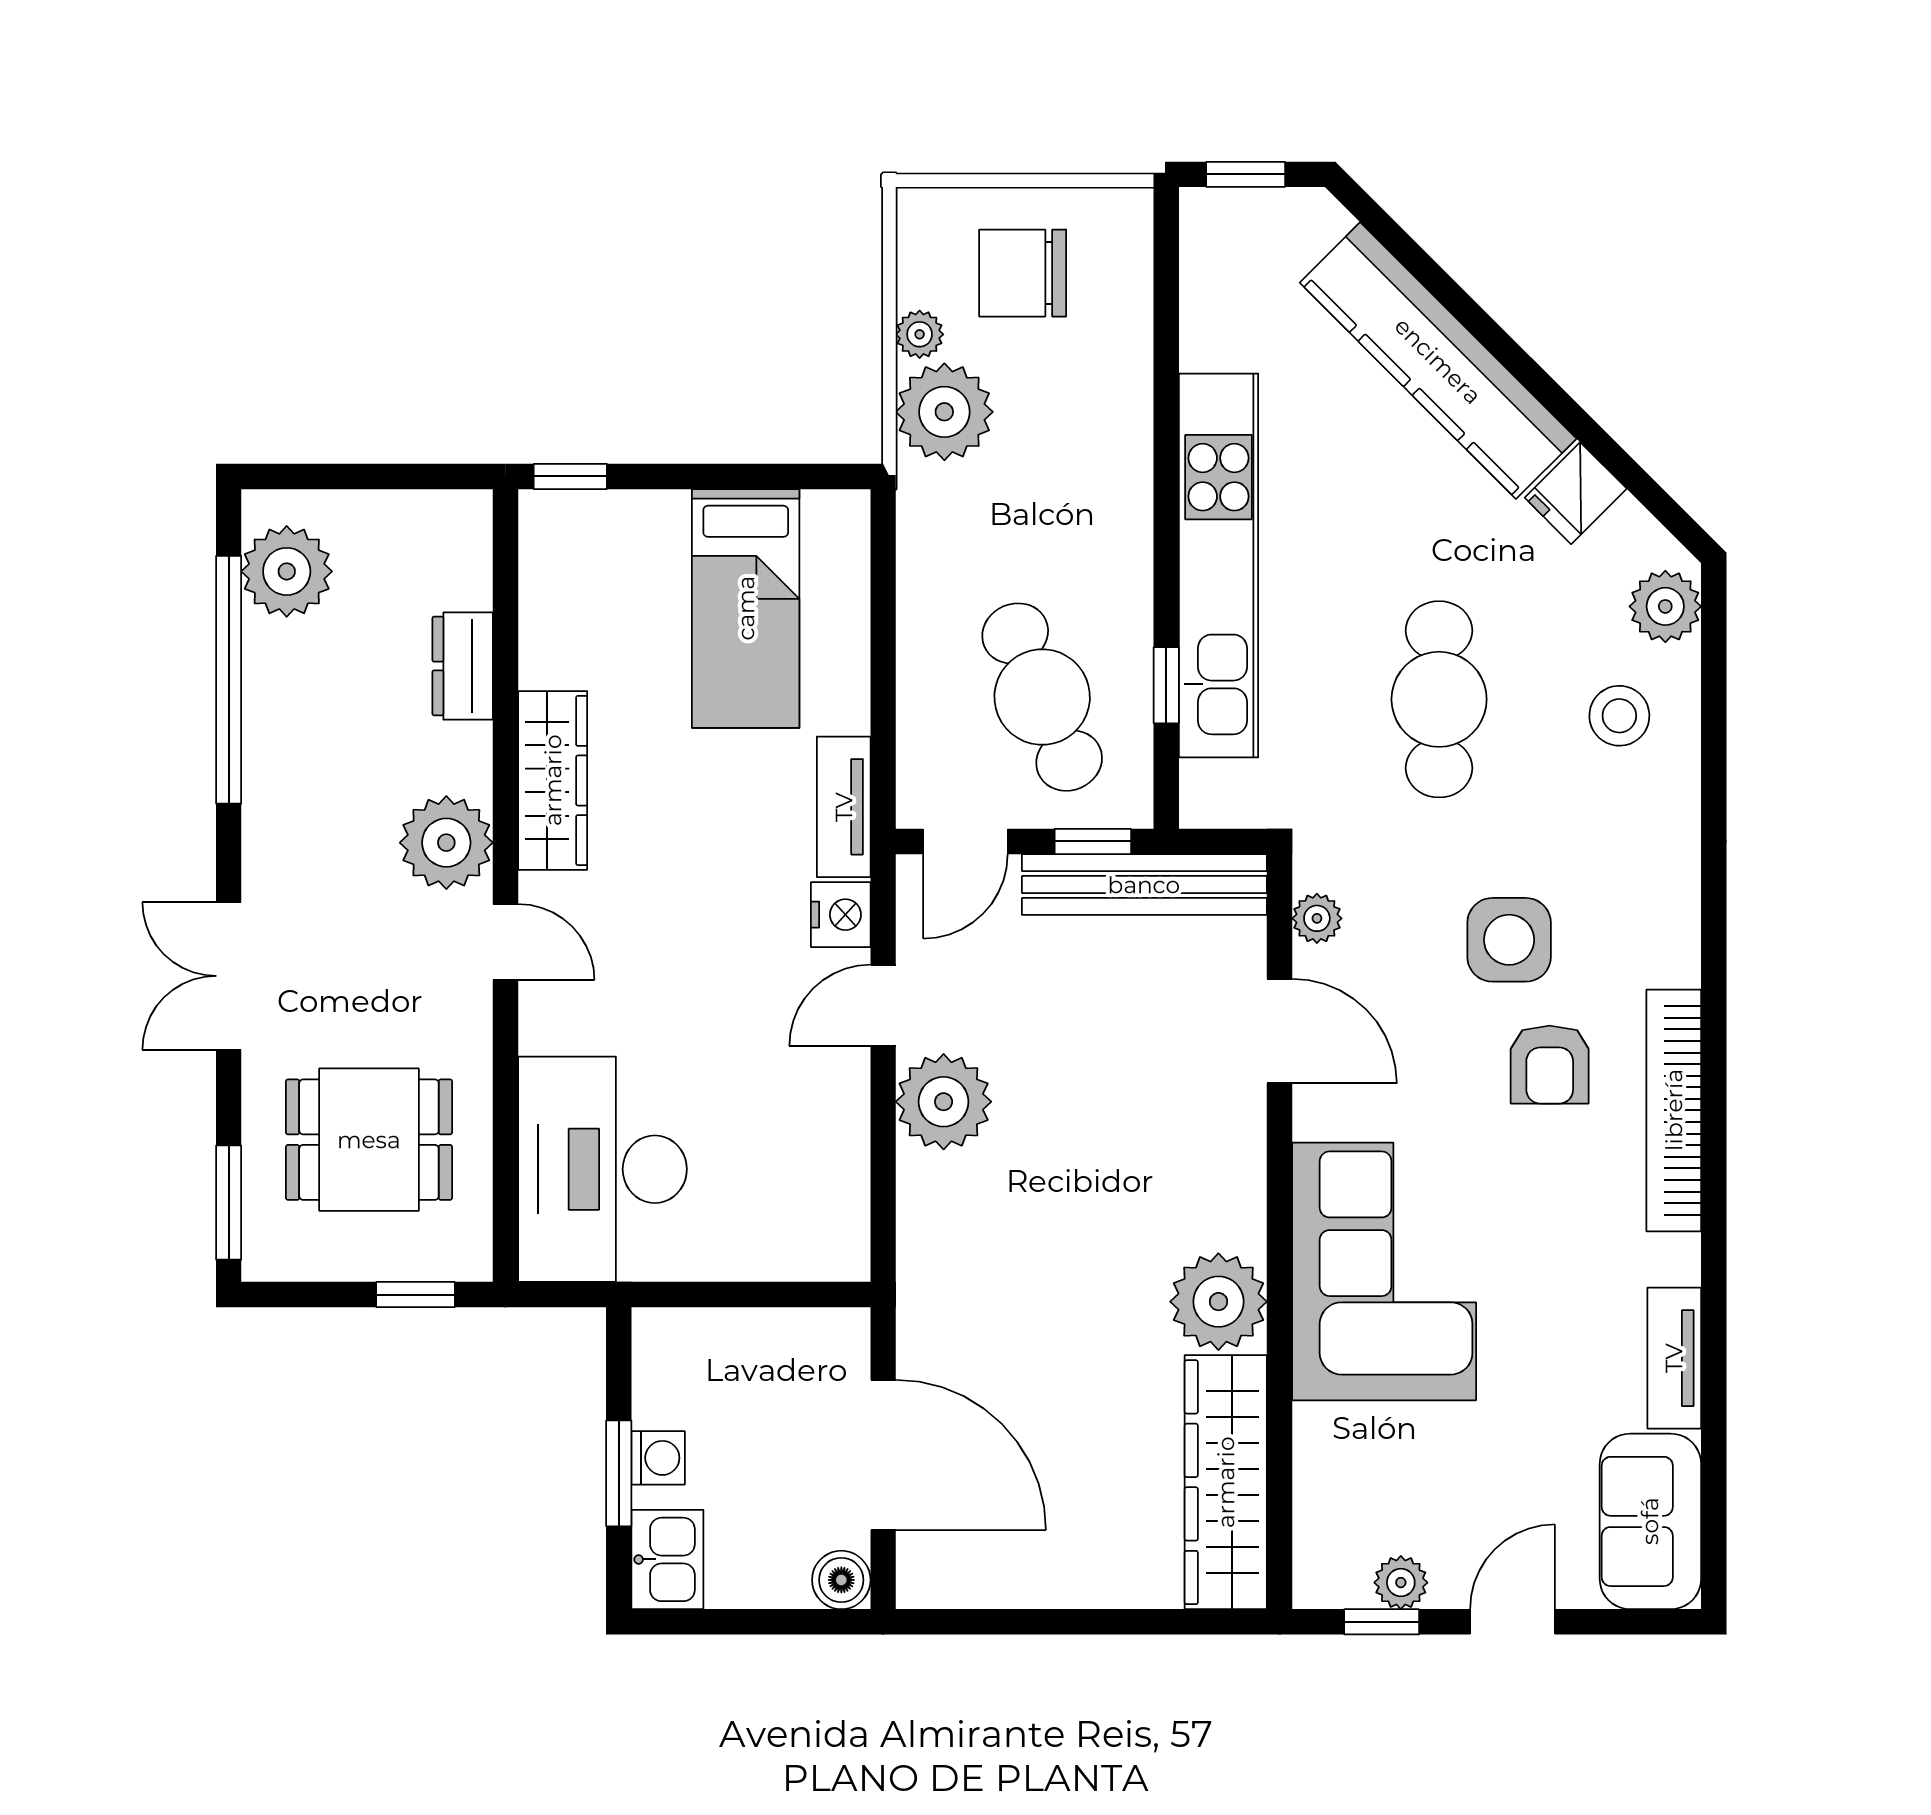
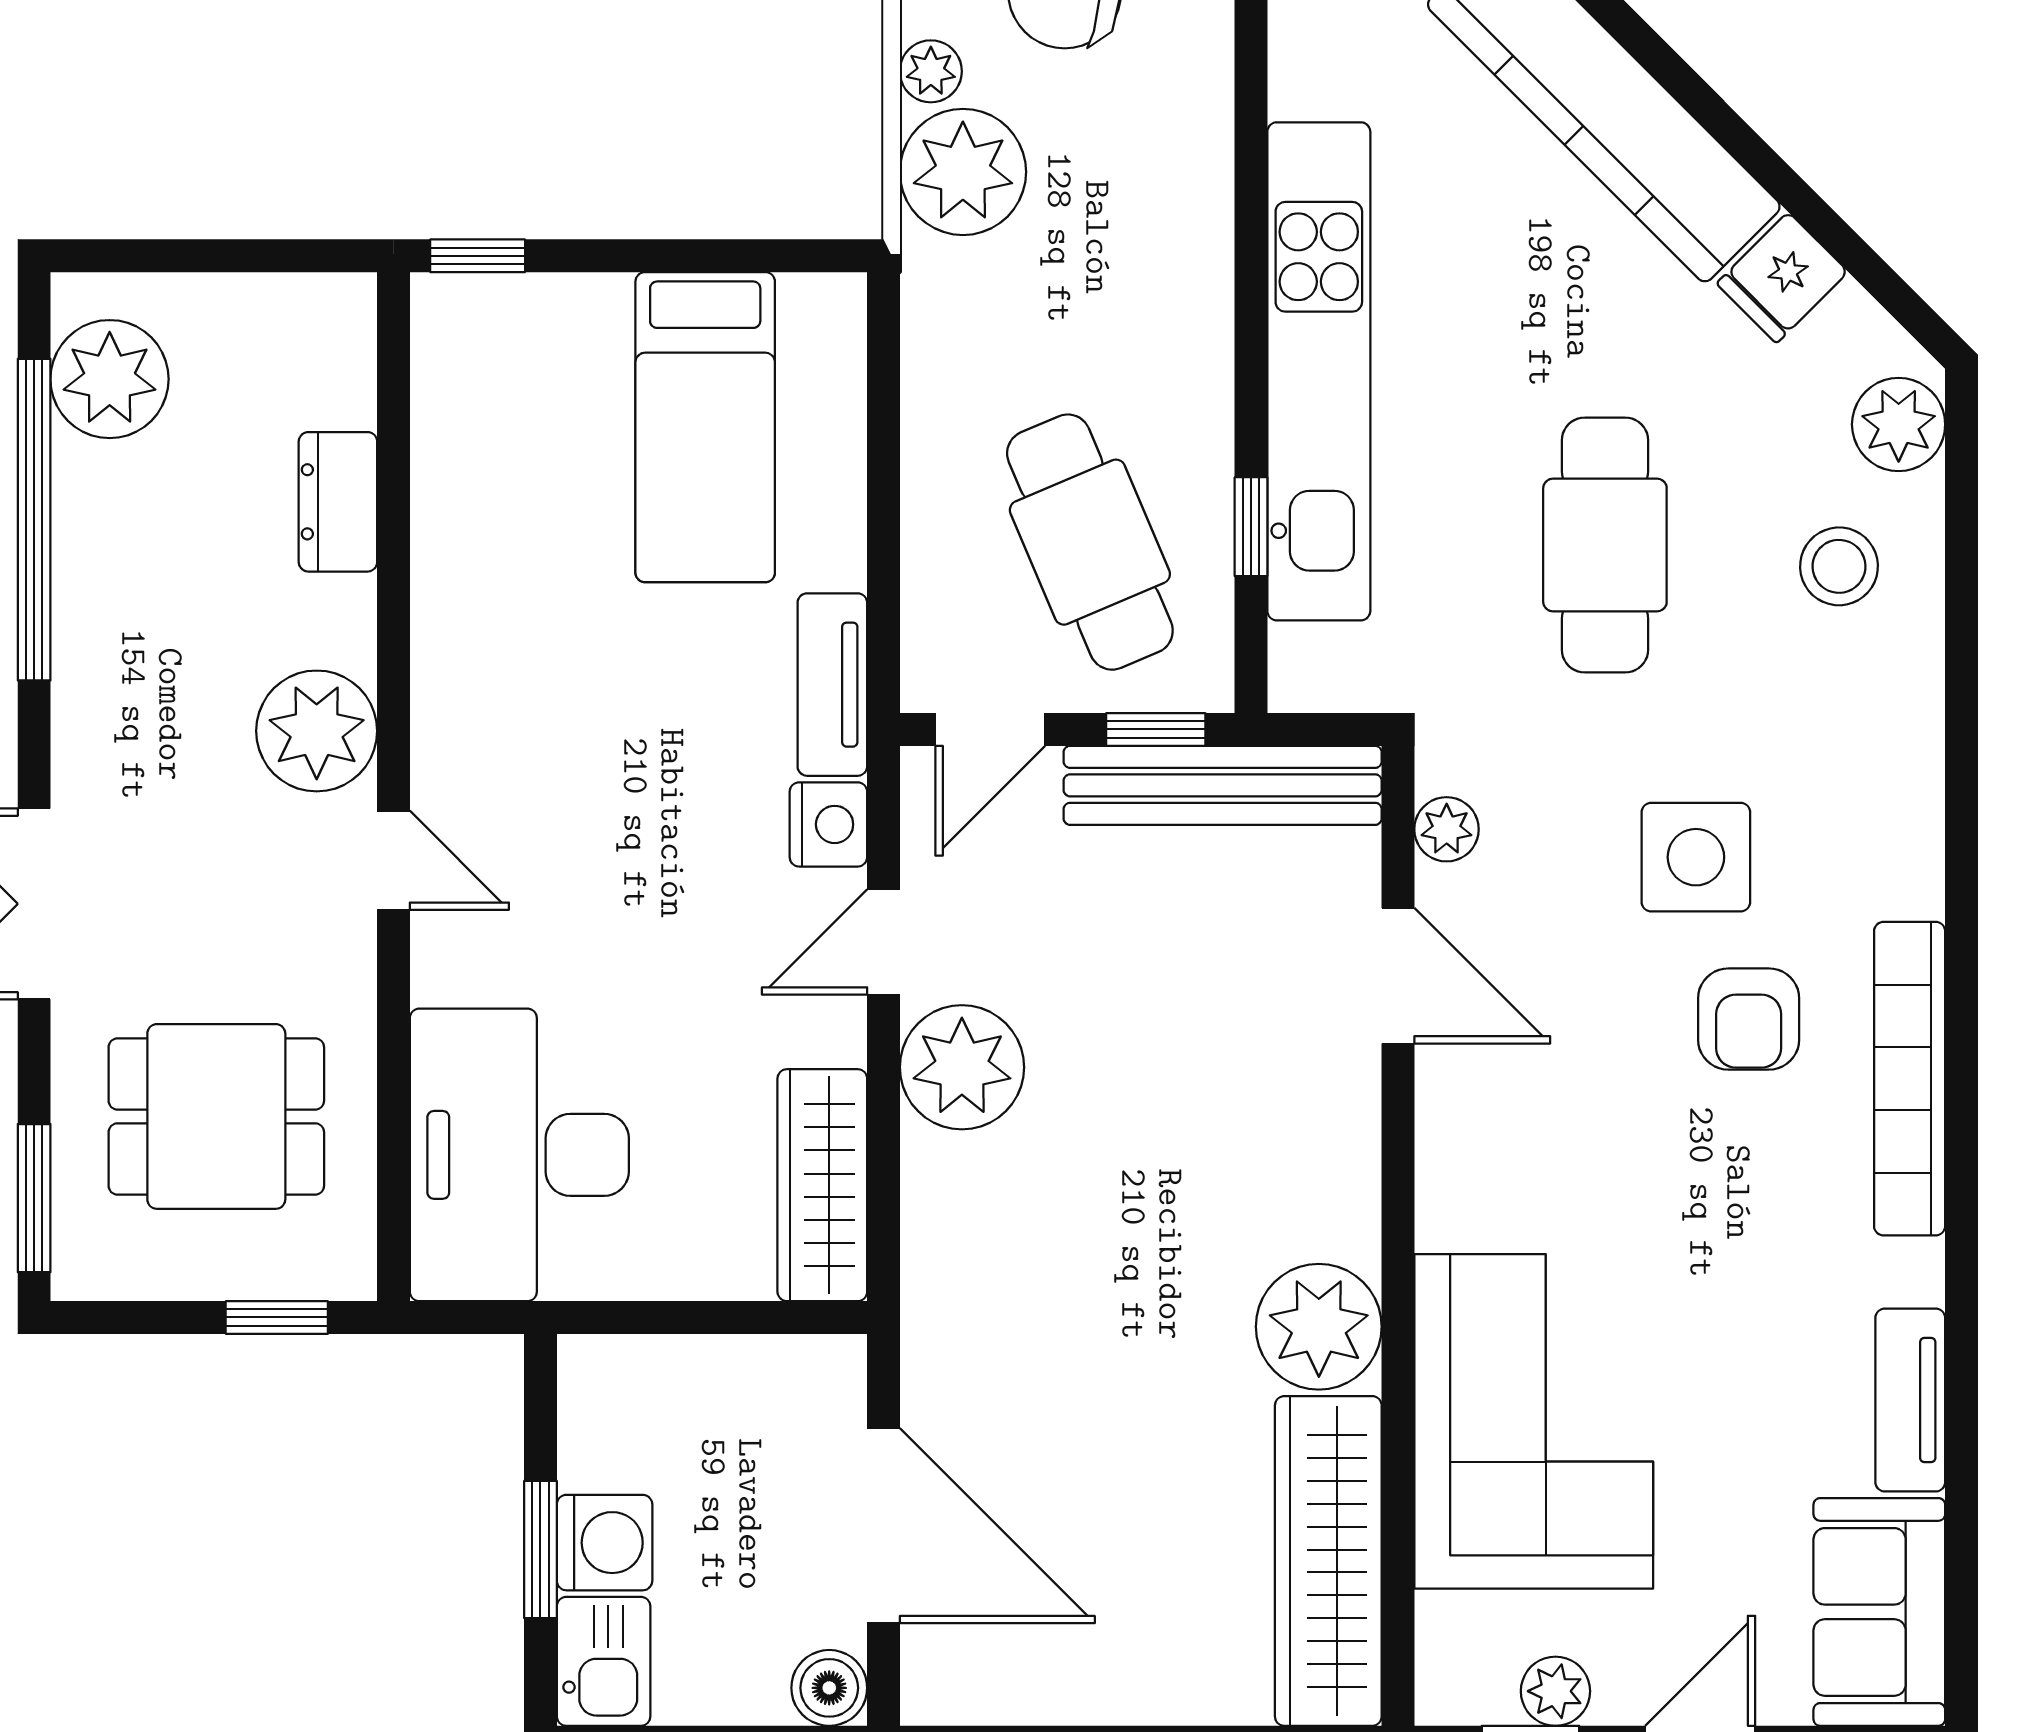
wardrobe: (553, 780) -> (822, 1185), moved, turned 180
corner sofa: (1384, 1271) -> (1534, 1421), moved
washing machine: (658, 1458) -> (605, 1543), width x1.38, depth x1.38

